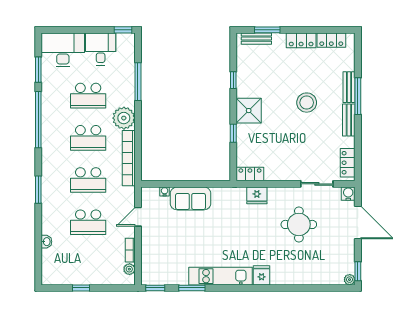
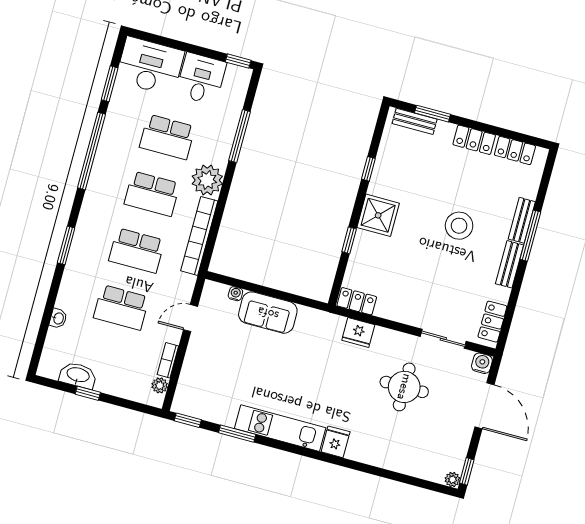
washbasin: (71, 277) -> (78, 375), added

